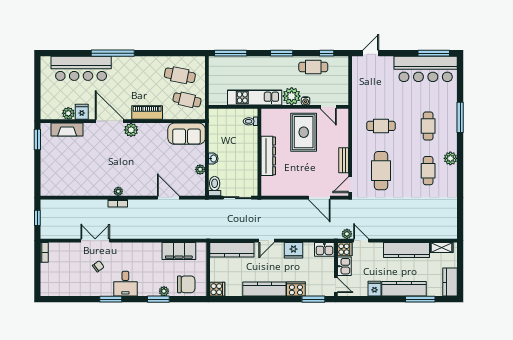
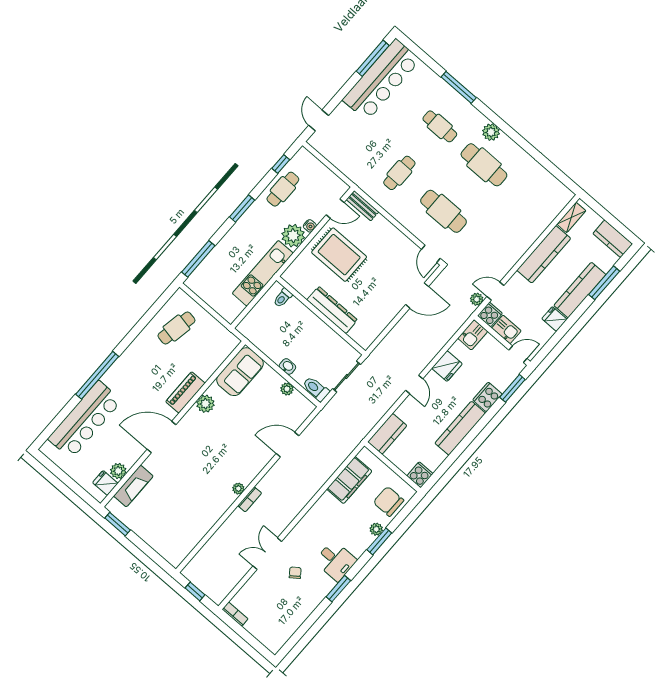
cafe table: (187, 100) -> (207, 342), removed
fridge: (82, 112) -> (105, 483), moved
plant: (131, 130) -> (205, 404), moved
bench: (344, 160) -> (363, 206), moved
cafe table: (428, 171) -> (484, 165), width x1.37, depth x1.35
kitchen counter: (232, 250) -> (387, 434), width x0.67
chair: (186, 284) -> (389, 501), turned -90

